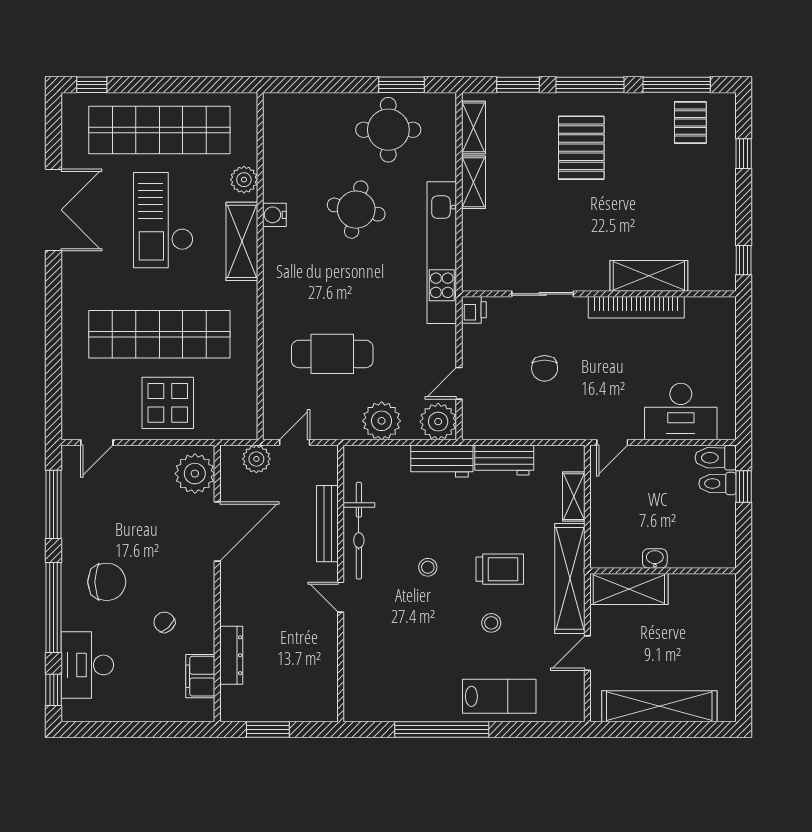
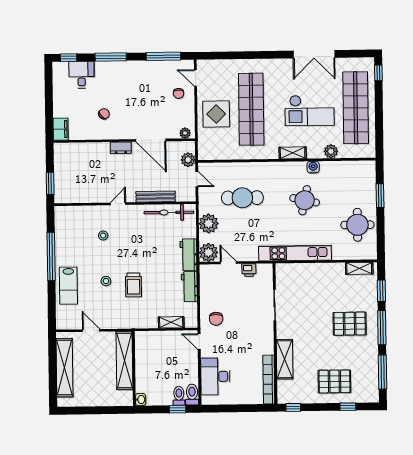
window: (402, 85) -> (380, 196), moved
pallet: (690, 123) -> (334, 381), moved, width x1.50, depth x1.42
shelving: (473, 182) -> (331, 269), removed
round table: (356, 210) -> (305, 200), moved
checkout: (163, 220) -> (310, 110), turned 180
shelving: (242, 241) -> (293, 153), width x0.67, depth x0.75
bookcase: (636, 307) -> (269, 379), moved
printer: (474, 310) -> (249, 270), moved
cafe table: (332, 354) -> (242, 198), turned 90
chair: (545, 368) -> (216, 319), moved, turned -90
plant: (195, 474) -> (185, 133), width x0.53, depth x0.53
bicycle: (359, 531) -> (169, 212), moved
washbasin: (655, 558) -> (141, 400), moved
stool: (428, 567) -> (103, 236), moved
shelving: (570, 578) -> (129, 321), removed
chair: (107, 582) -> (179, 93), moved, width x0.54, depth x0.54
shelving: (629, 589) -> (124, 360), width x1.47
window: (54, 608) -> (111, 57), width x0.68
dresser: (231, 655) -> (121, 148), moved, width x0.70
desk: (87, 665) -> (82, 75), width x0.73
filing cabinet: (200, 676) -> (61, 129), moved, turned 90
window: (268, 730) -> (50, 183), moved

